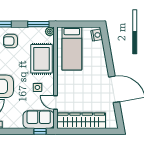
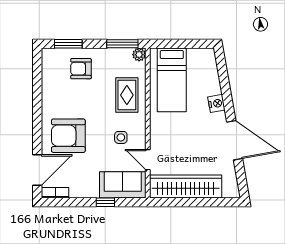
nightstand: (97, 35) -> (216, 103), moved
rug: (41, 59) -> (127, 95), width x0.73, depth x0.70
window: (40, 131) -> (105, 202), moved

